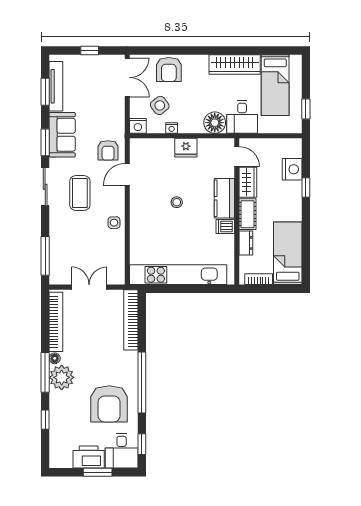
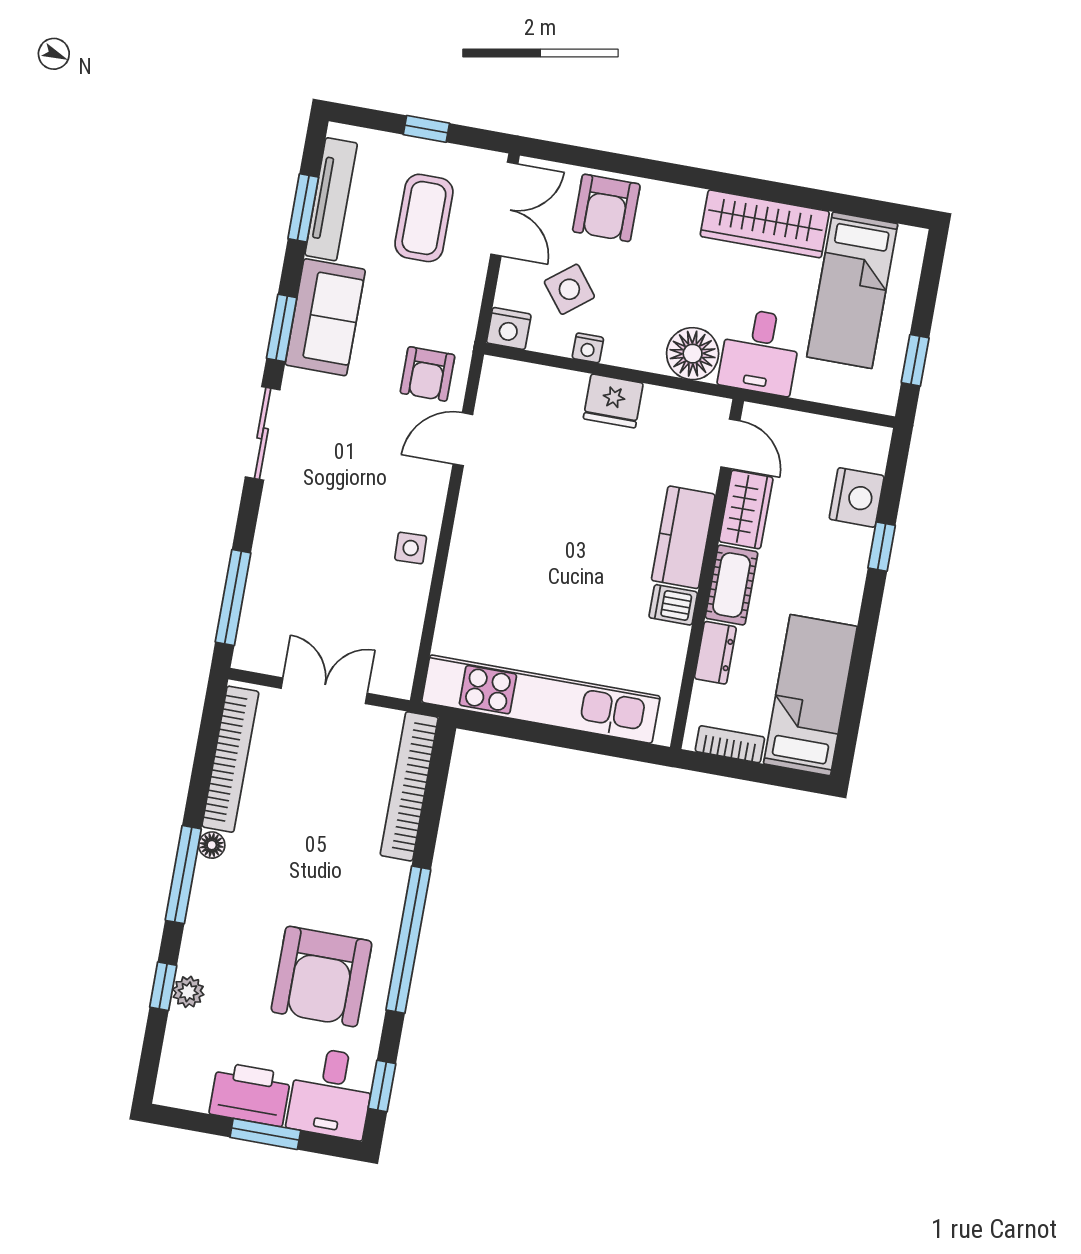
coffee table: (80, 193) -> (424, 218), moved
stool: (177, 202) -> (568, 526), removed
plant: (62, 377) -> (188, 992), moved, width x0.53, depth x0.53

